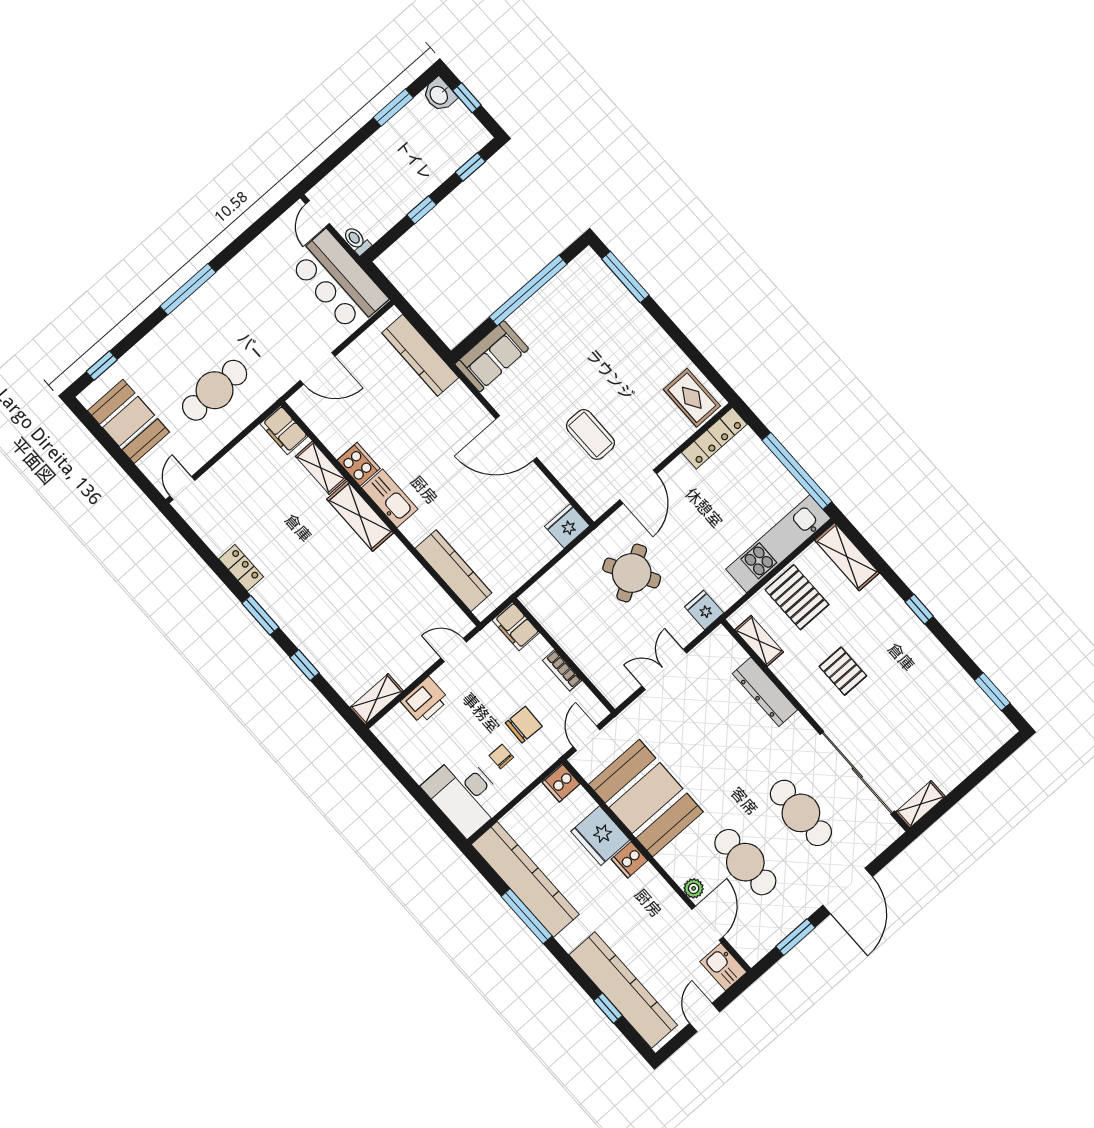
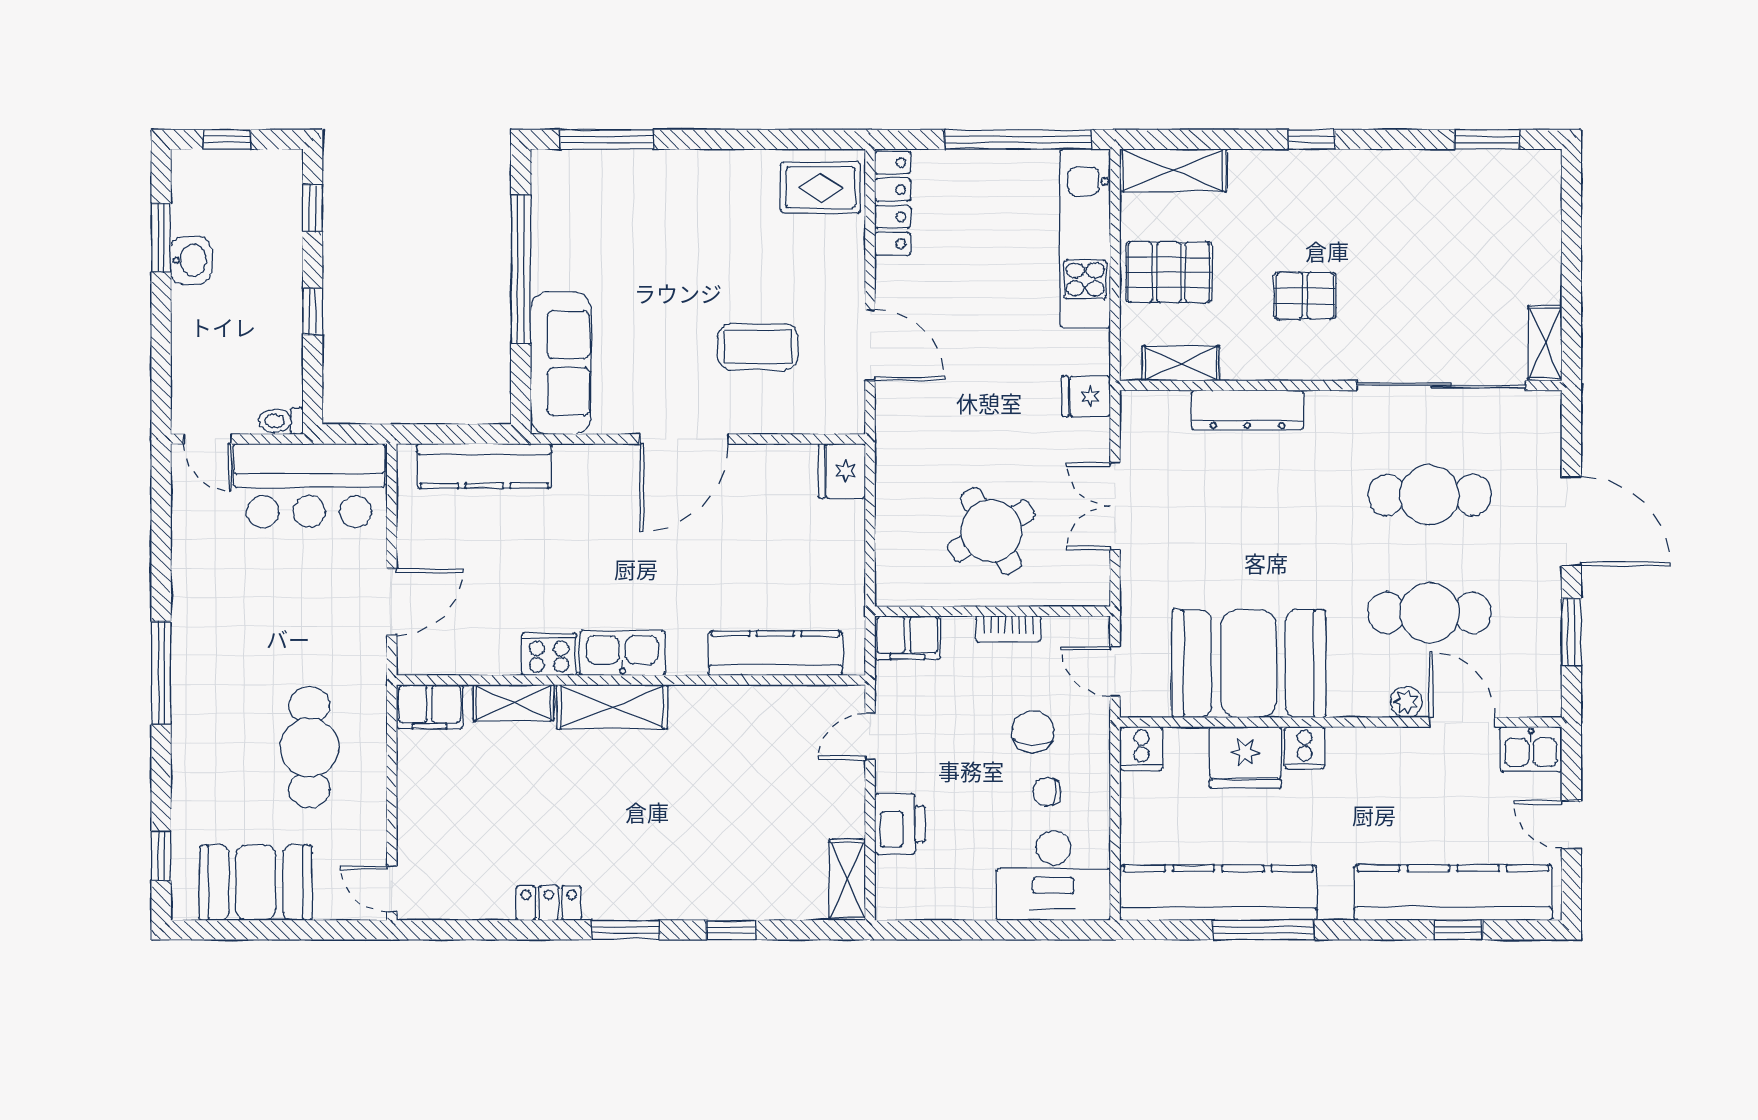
washbasin: (439, 95) -> (191, 260), moved, turned -90
sofa: (492, 356) -> (561, 363), width x1.36
round table: (632, 573) -> (991, 531), moved

